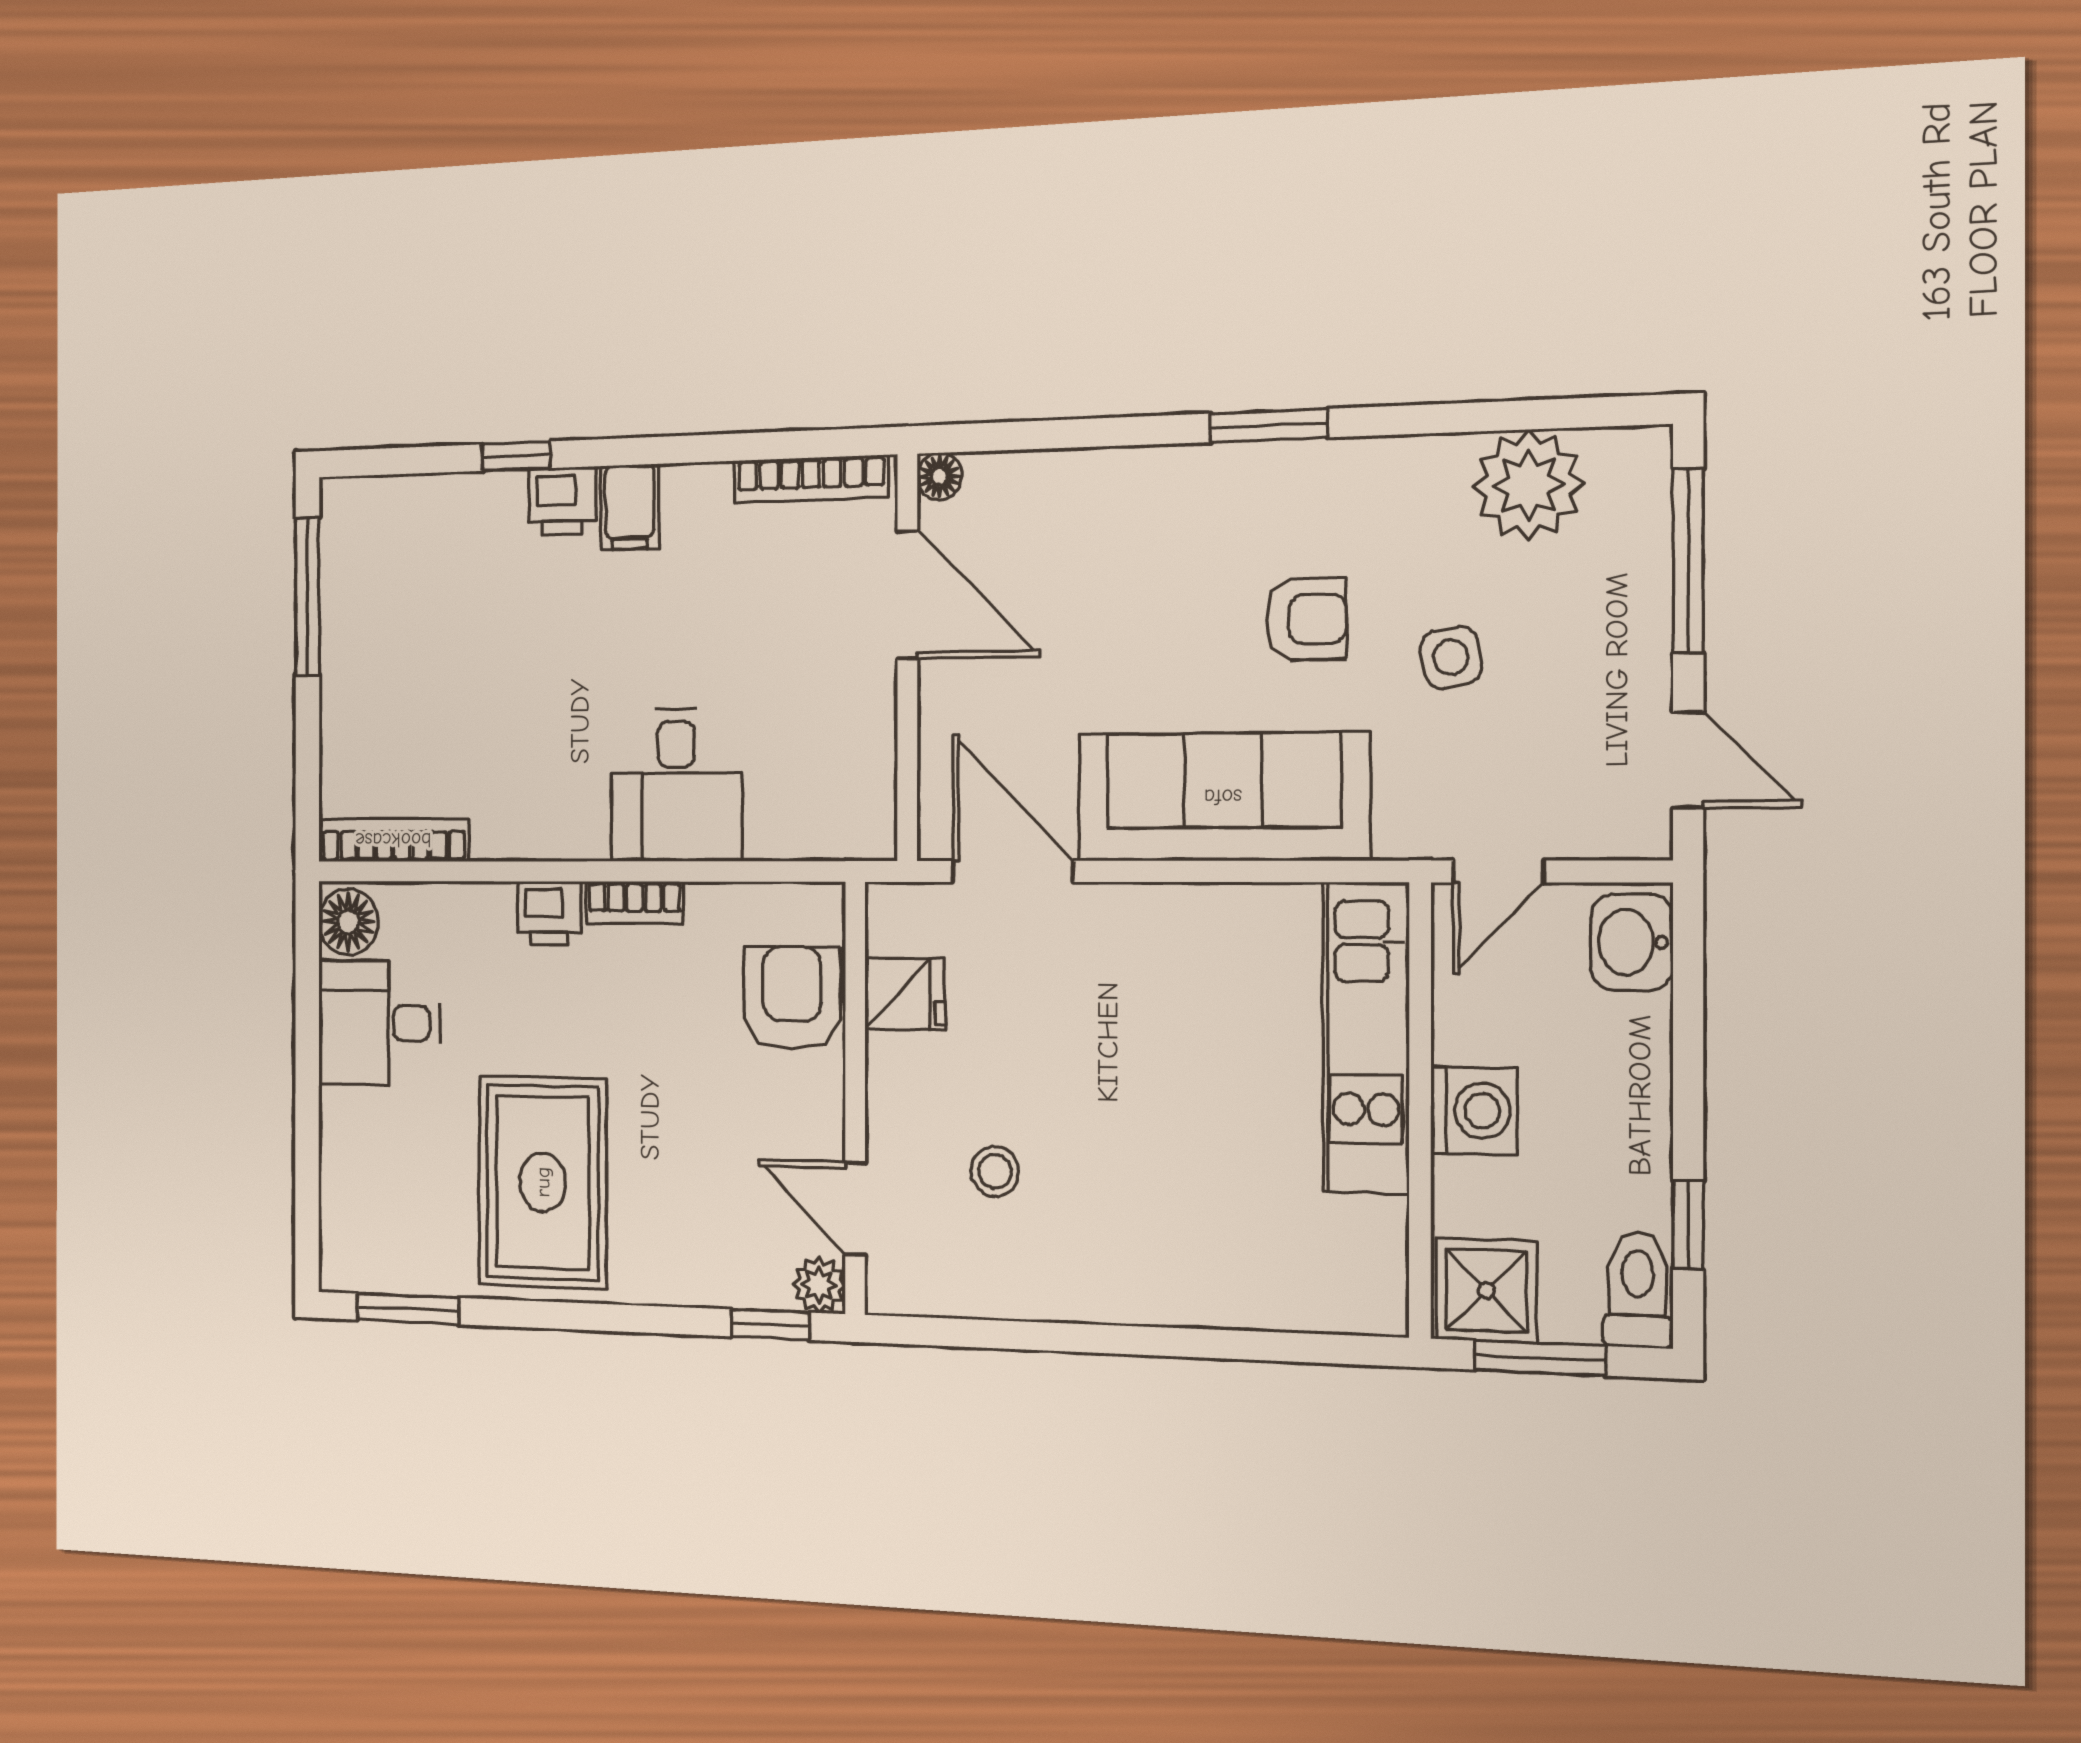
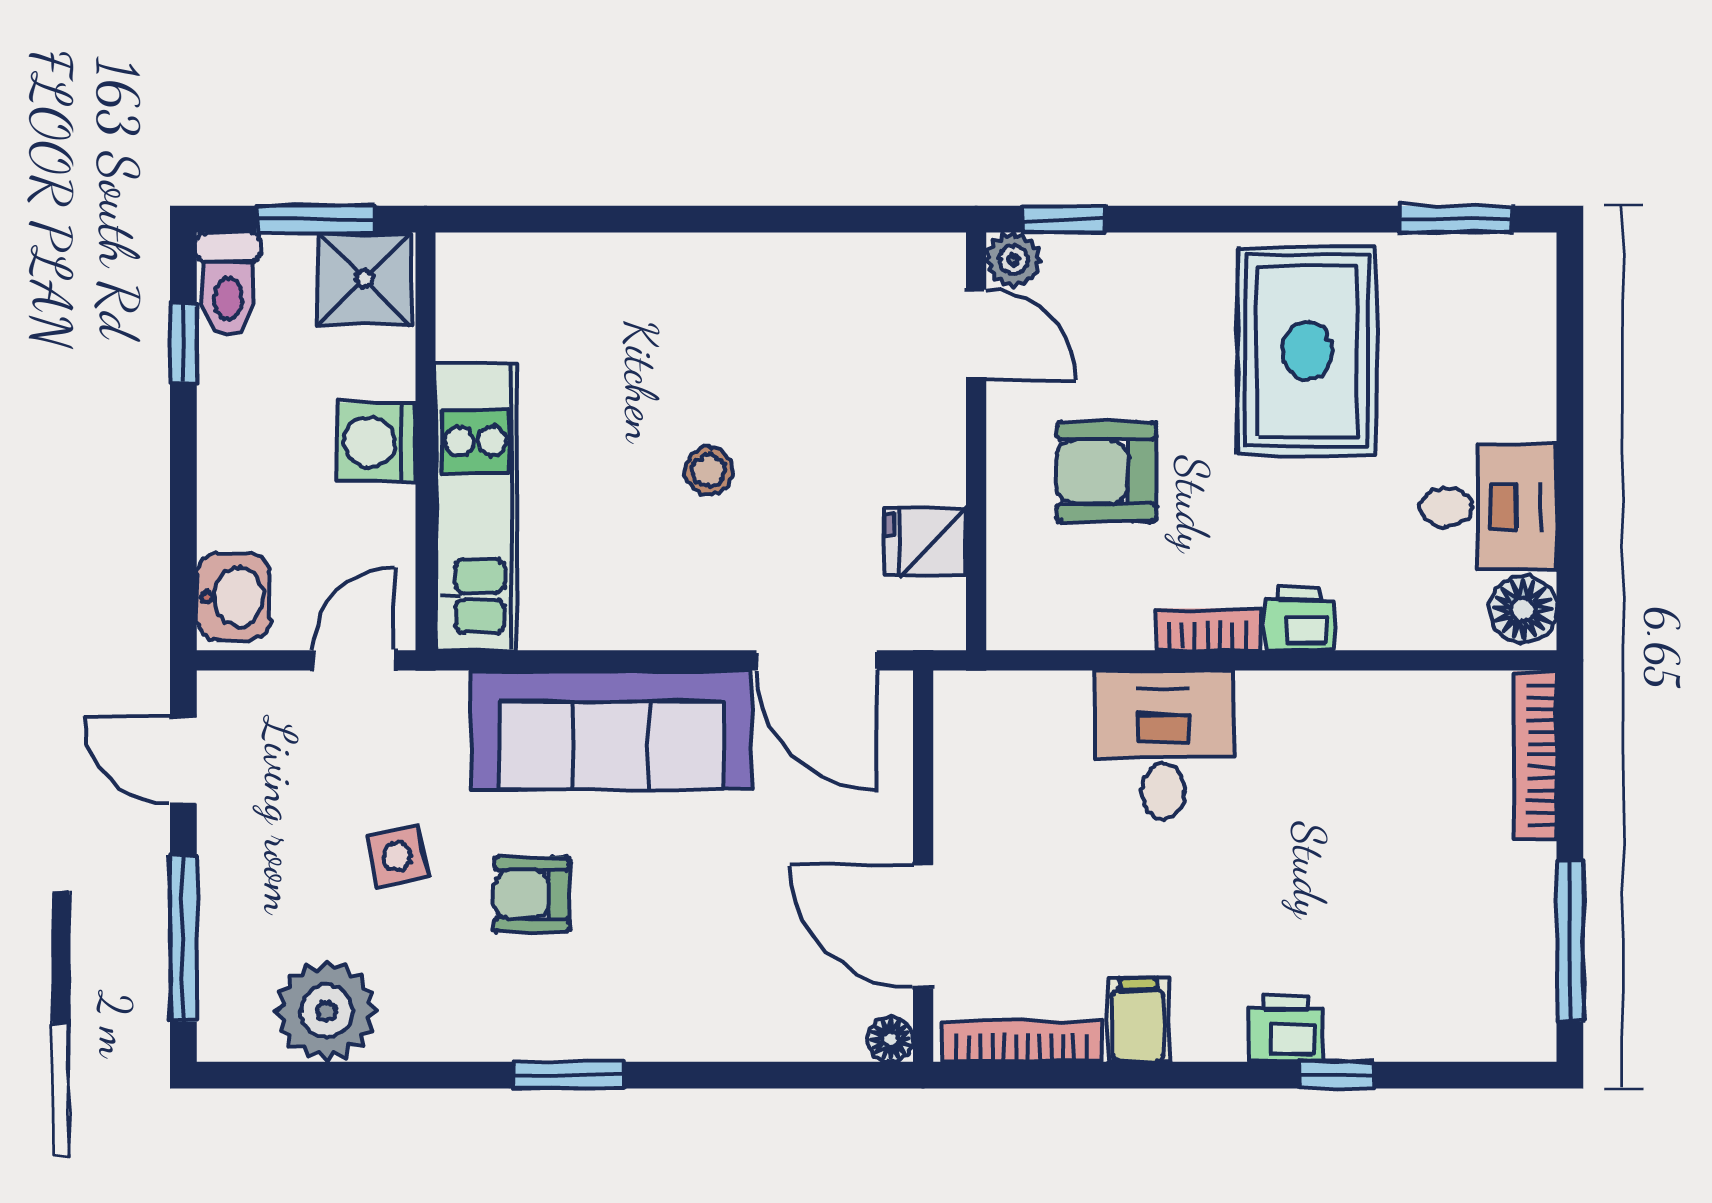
filing cabinet: (630, 507) -> (1138, 1020), moved
bookcase: (393, 840) -> (1535, 756), moved, turned 90
armchair: (792, 998) -> (1106, 472), moved, turned 90
stool: (995, 1171) -> (708, 471), moved

